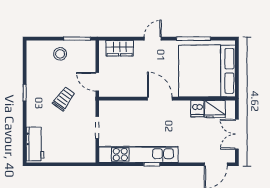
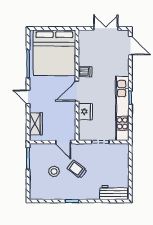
stool: (60, 54) -> (54, 171), moved
door: (97, 82) -> (63, 142), hinge flipped
dishwasher: (197, 109) -> (85, 72), moved
fridge: (215, 109) -> (85, 112), moved
double door: (237, 134) -> (106, 28), swing flipped

